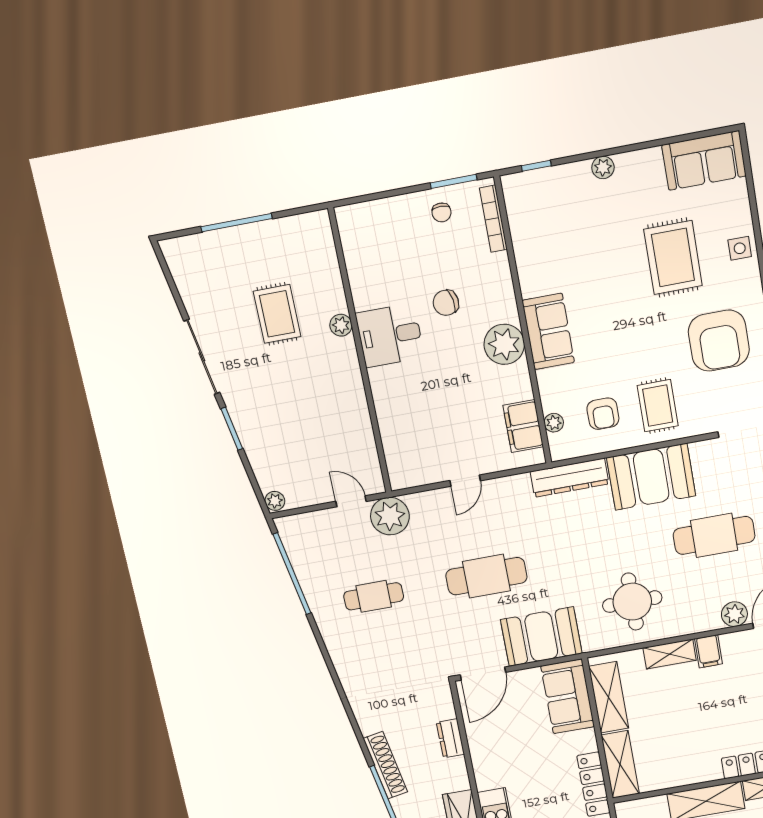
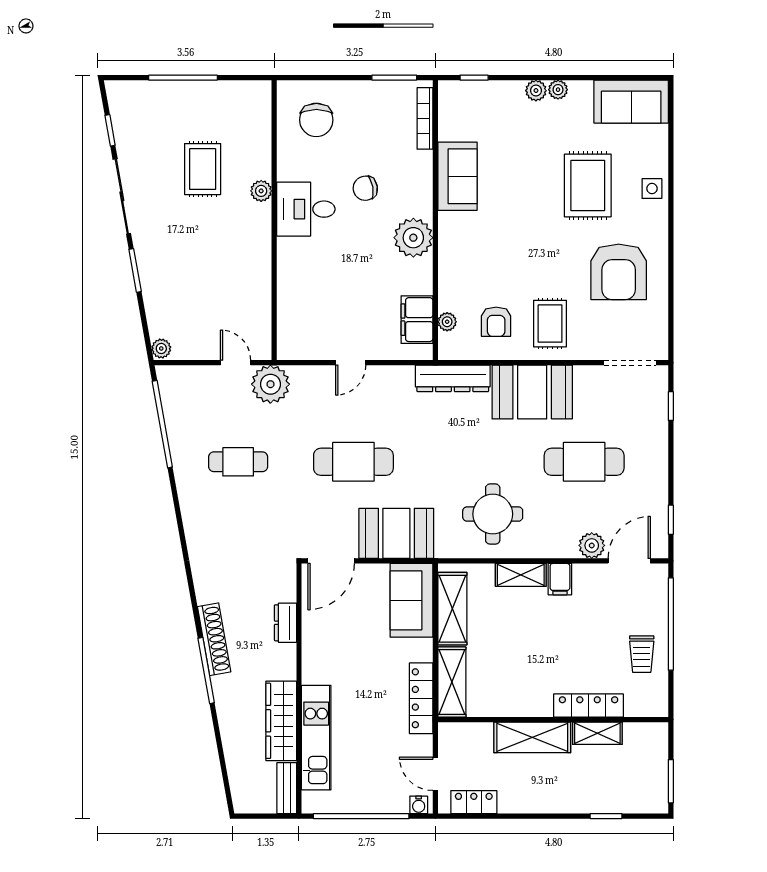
plant: (626, 162) -> (558, 90), added
chair: (442, 212) -> (316, 120), moved, width x1.87, depth x1.87
window: (175, 292) -> (110, 130), added
sofa: (548, 332) -> (458, 176), moved

